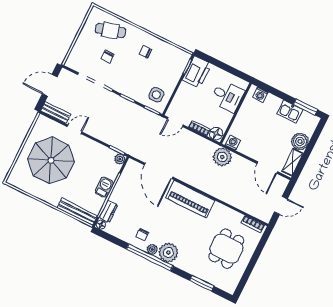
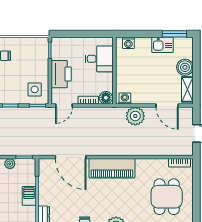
printer: (197, 72) -> (61, 74), moved
plant: (222, 157) -> (135, 116), moved
plant: (120, 159) -> (10, 164), moved

